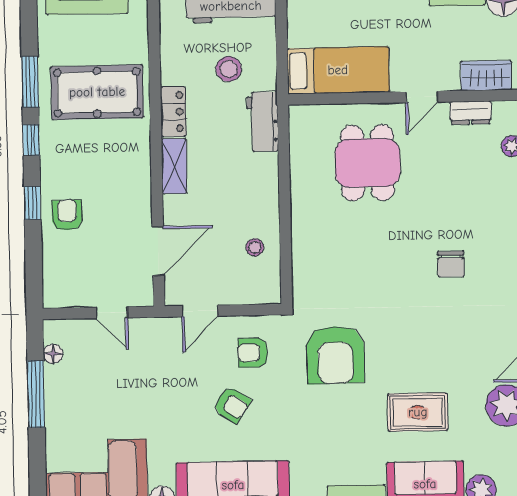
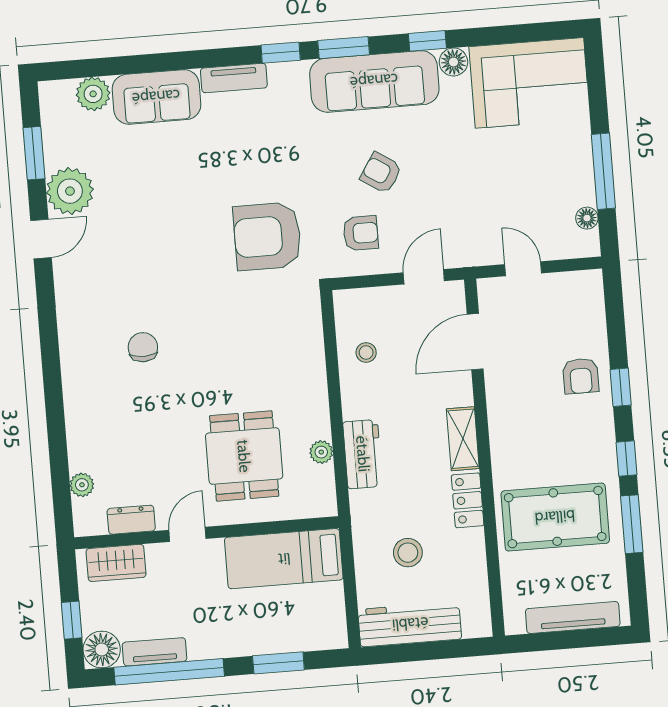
workbench: (262, 122) -> (363, 454), moved
plant: (300, 162) -> (321, 452), added
armchair: (335, 355) -> (267, 236), turned -89
rug: (418, 412) -> (170, 177), removed

